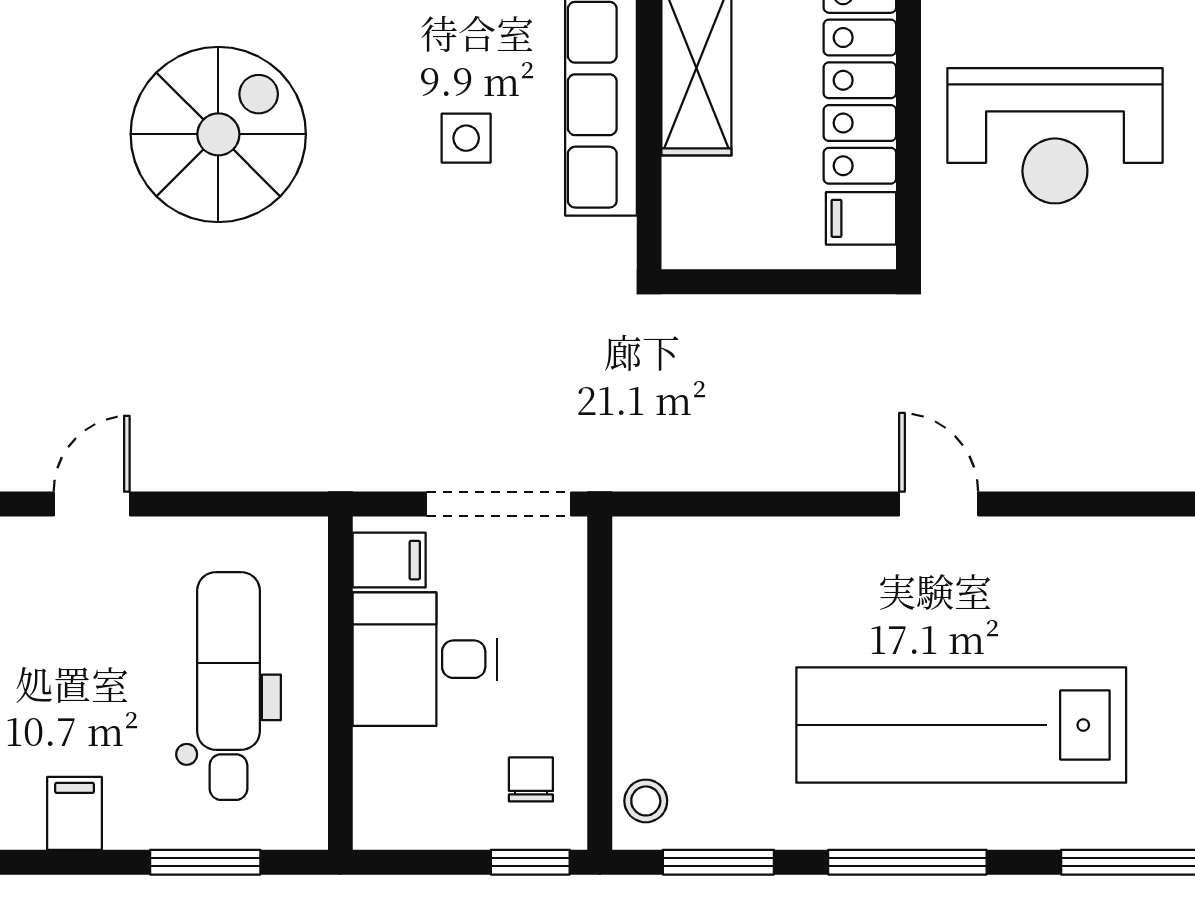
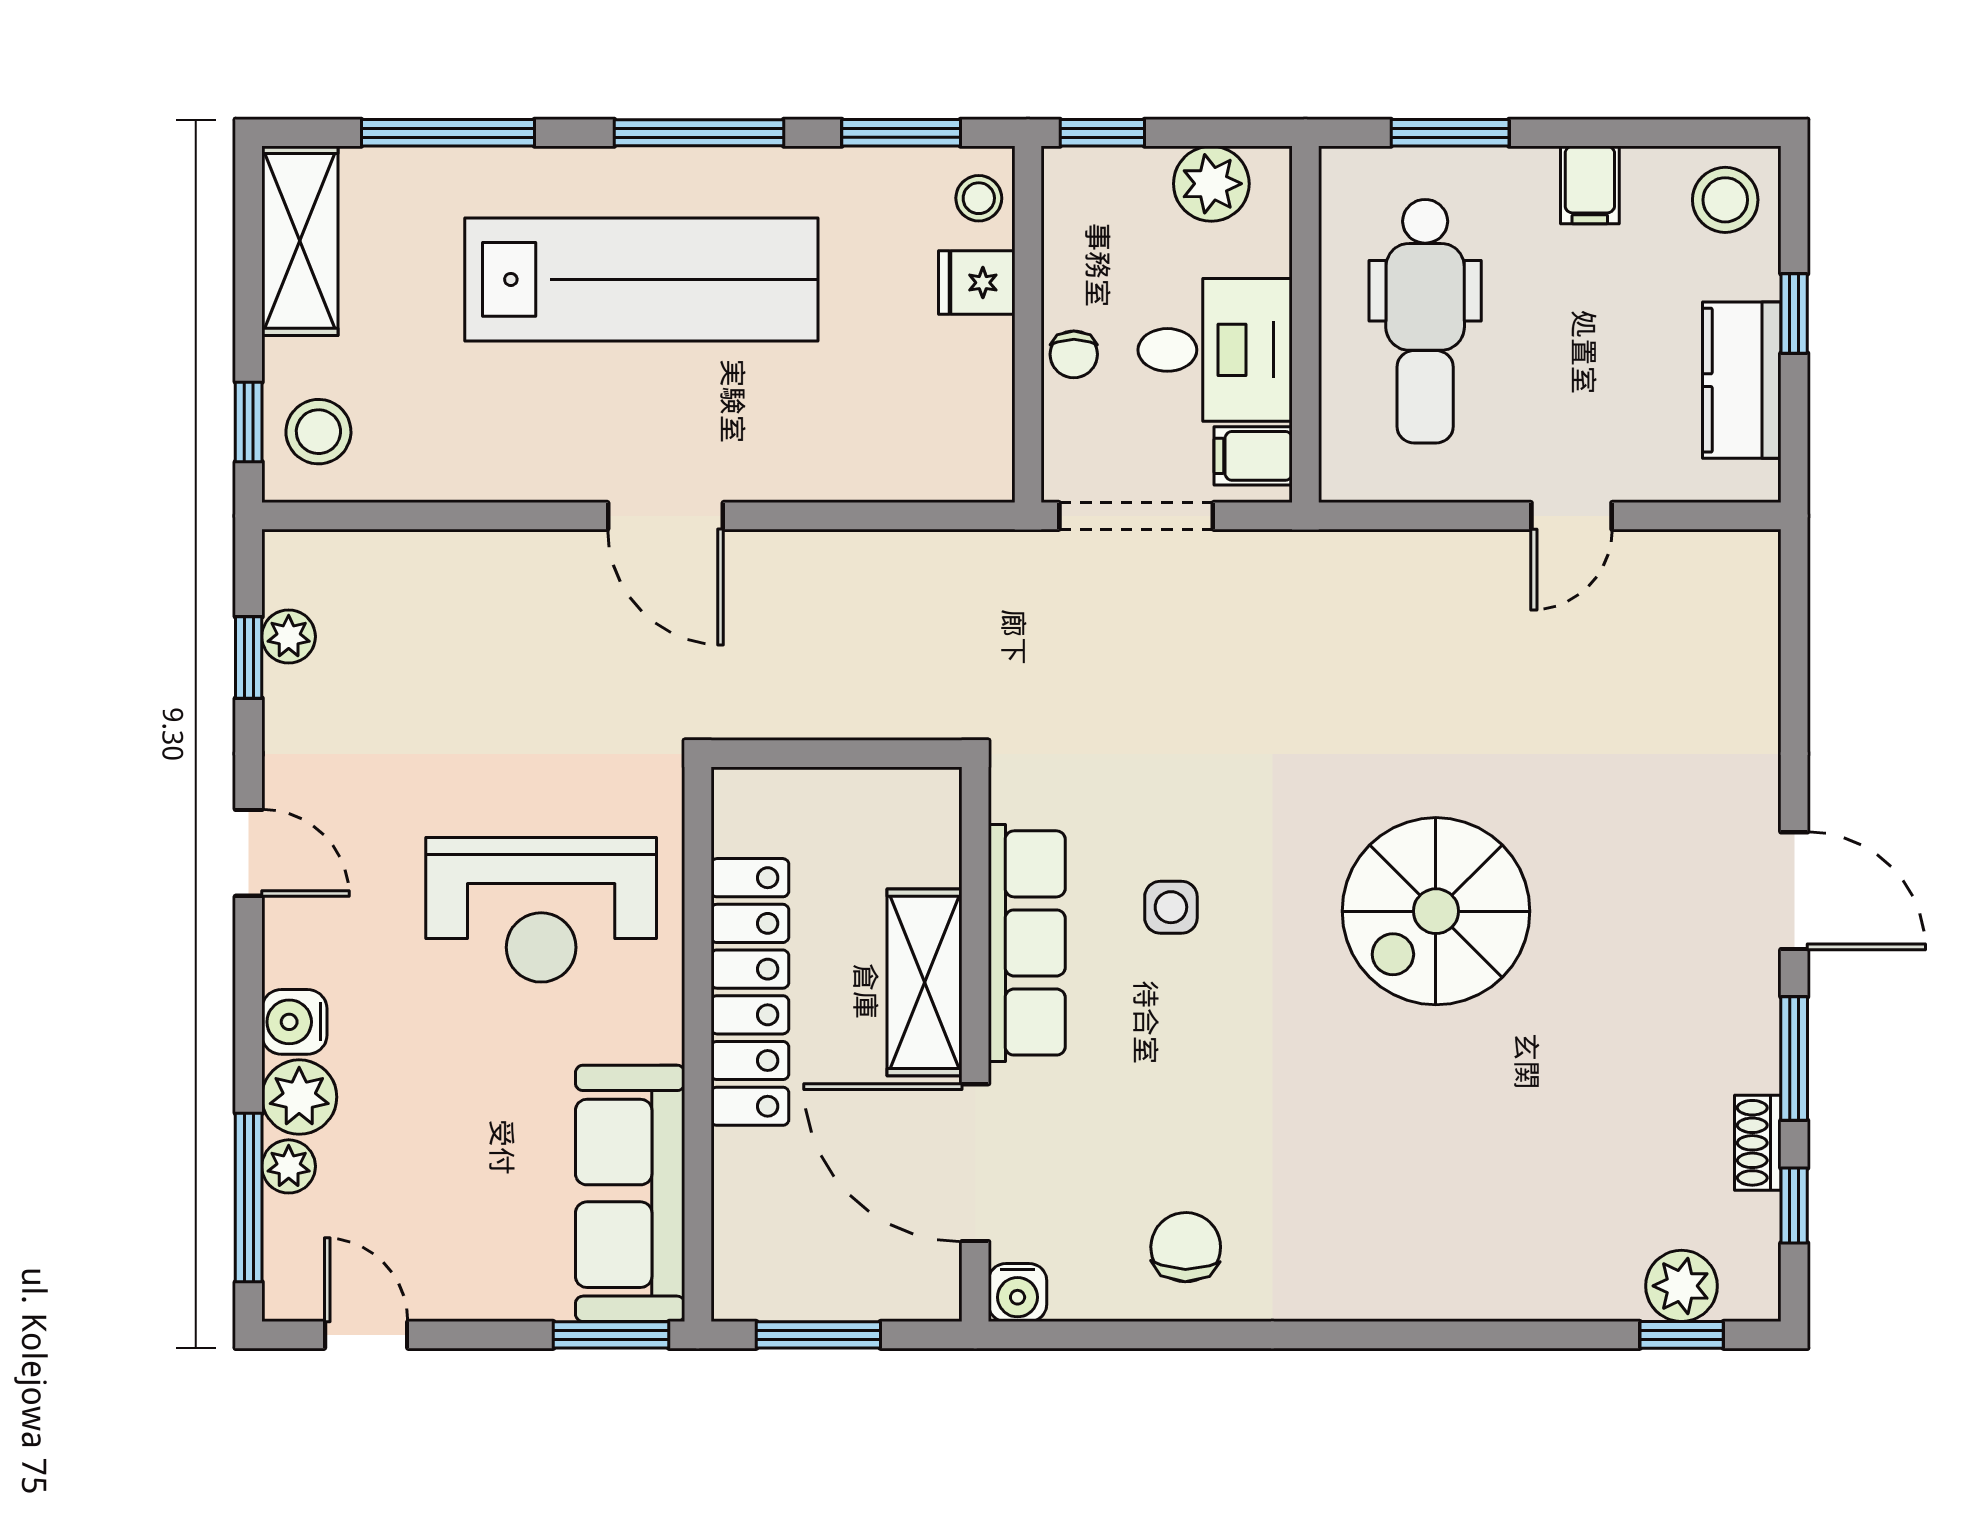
reception desk: (1055, 136) -> (541, 910), turned 180
filing cabinet: (861, 218) -> (749, 821), removed
door: (939, 504) -> (666, 516), width x1.38
fridge: (648, 722) -> (977, 283), added
chair: (531, 779) -> (1074, 354), moved
plant: (428, 815) -> (1211, 184), added

